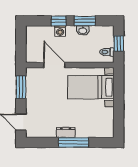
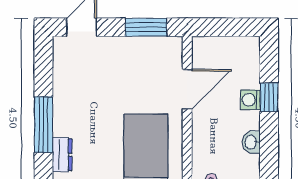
window: (85, 21) -> (269, 146), removed
dresser: (66, 132) -> (62, 155), moved

